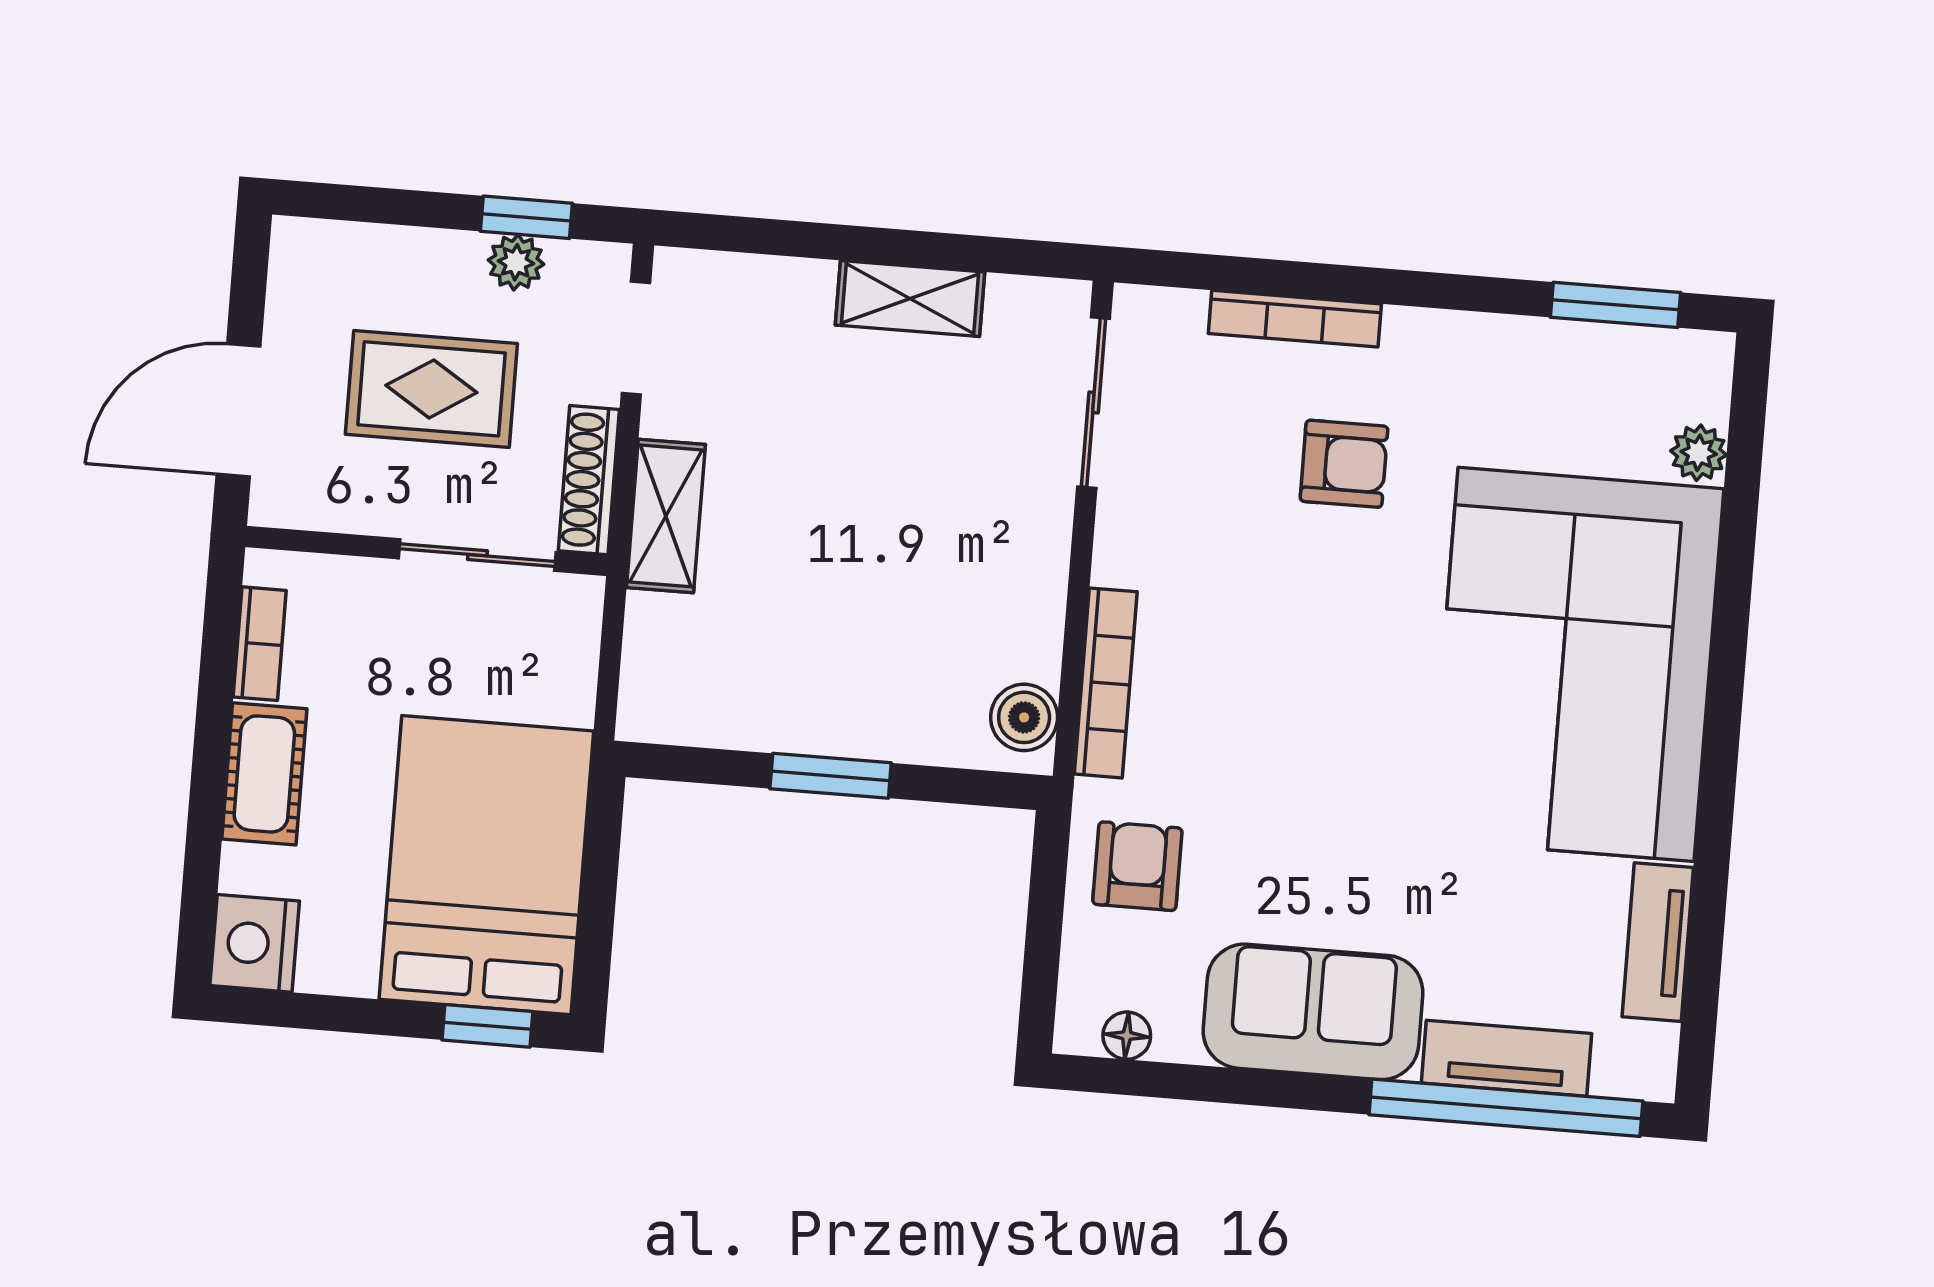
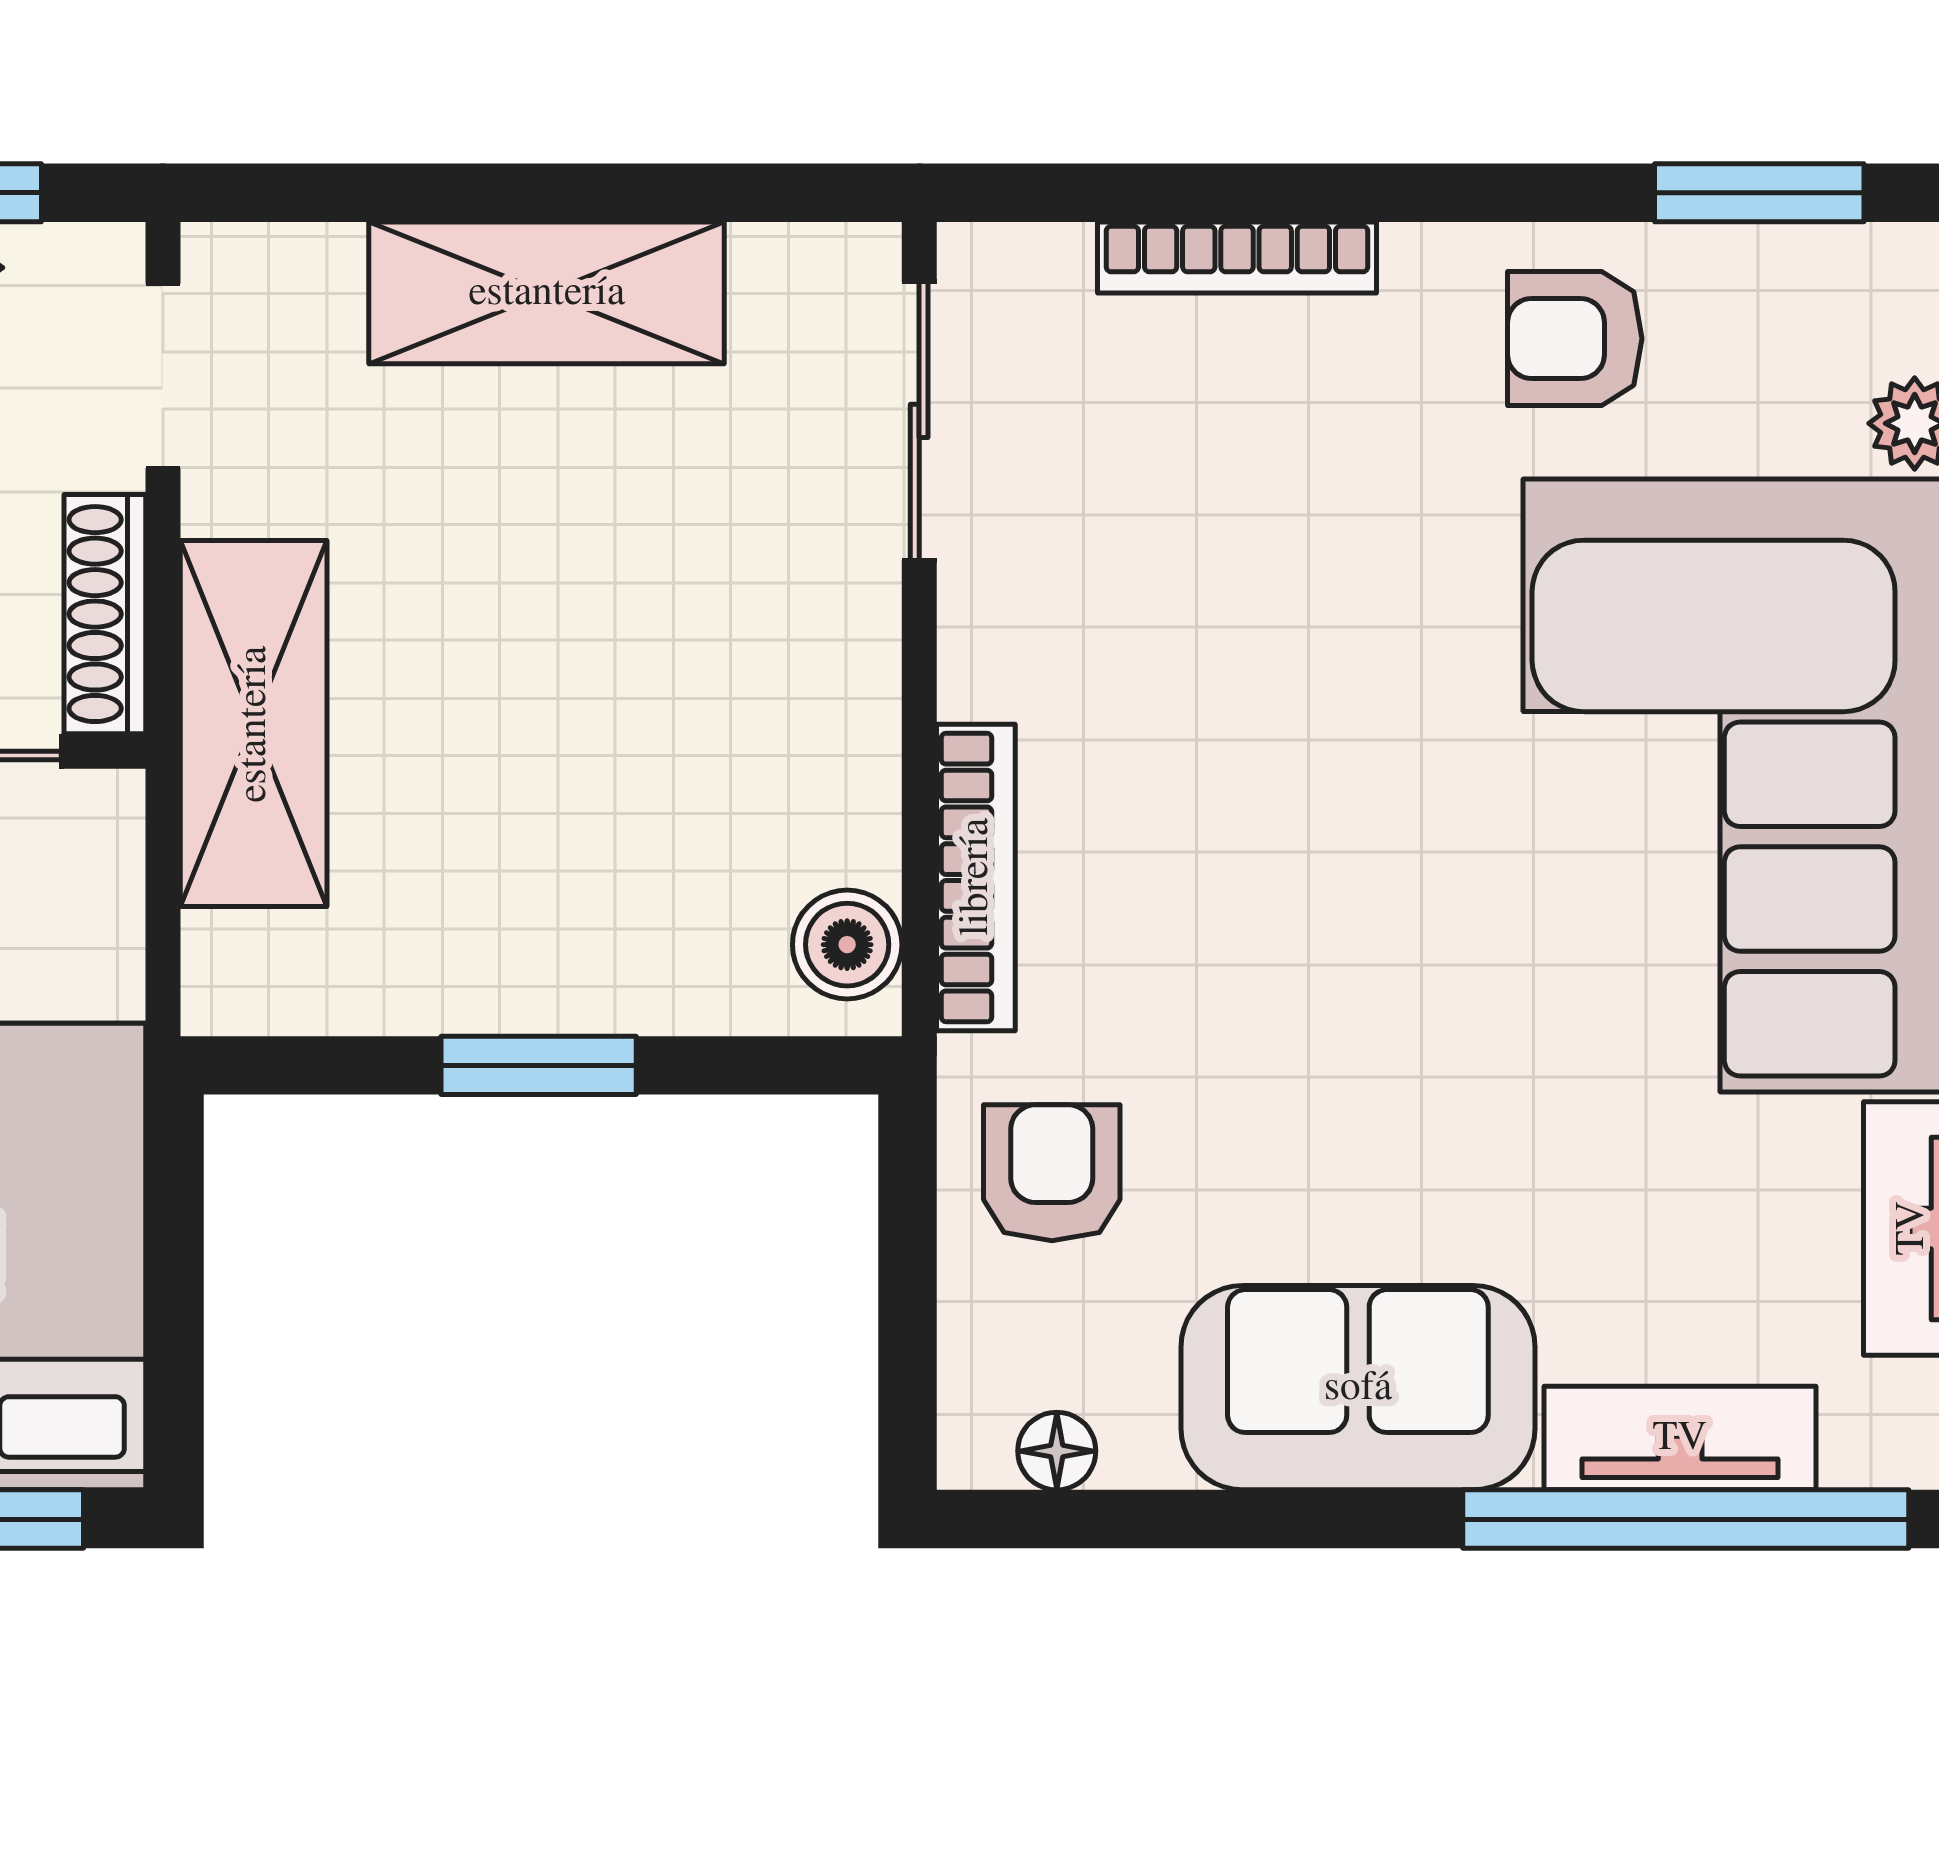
shelving: (910, 299) -> (547, 293), width x1.50, depth x1.33
armchair: (1344, 464) -> (1575, 339), moved, turned 180
shelving: (666, 516) -> (254, 724), width x1.50, depth x1.33

